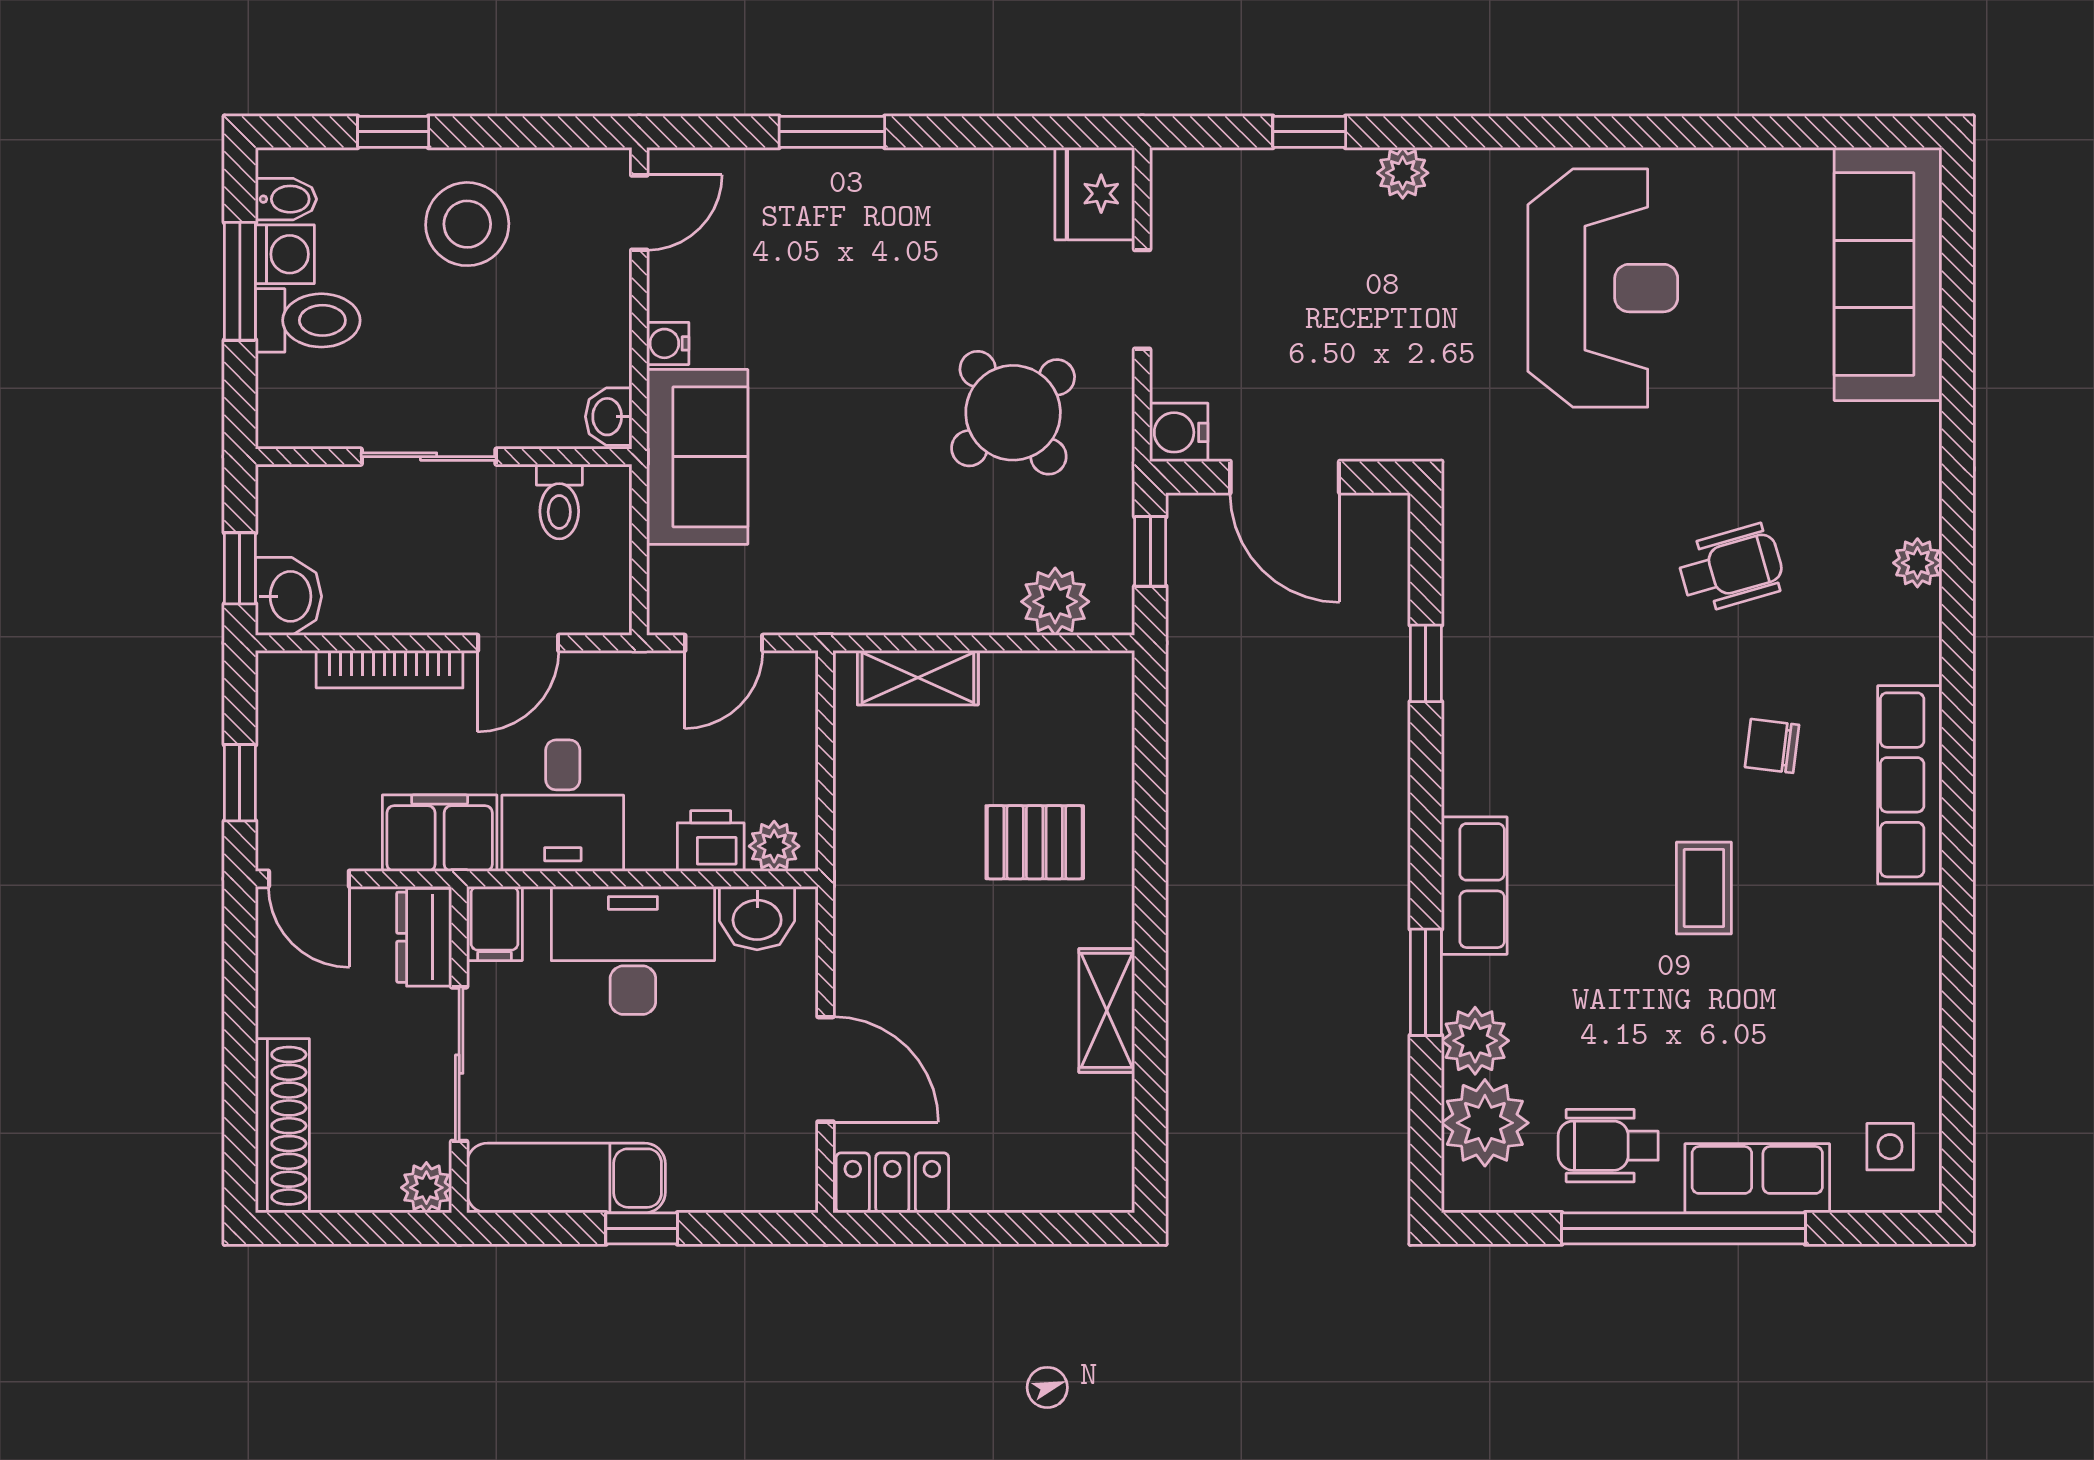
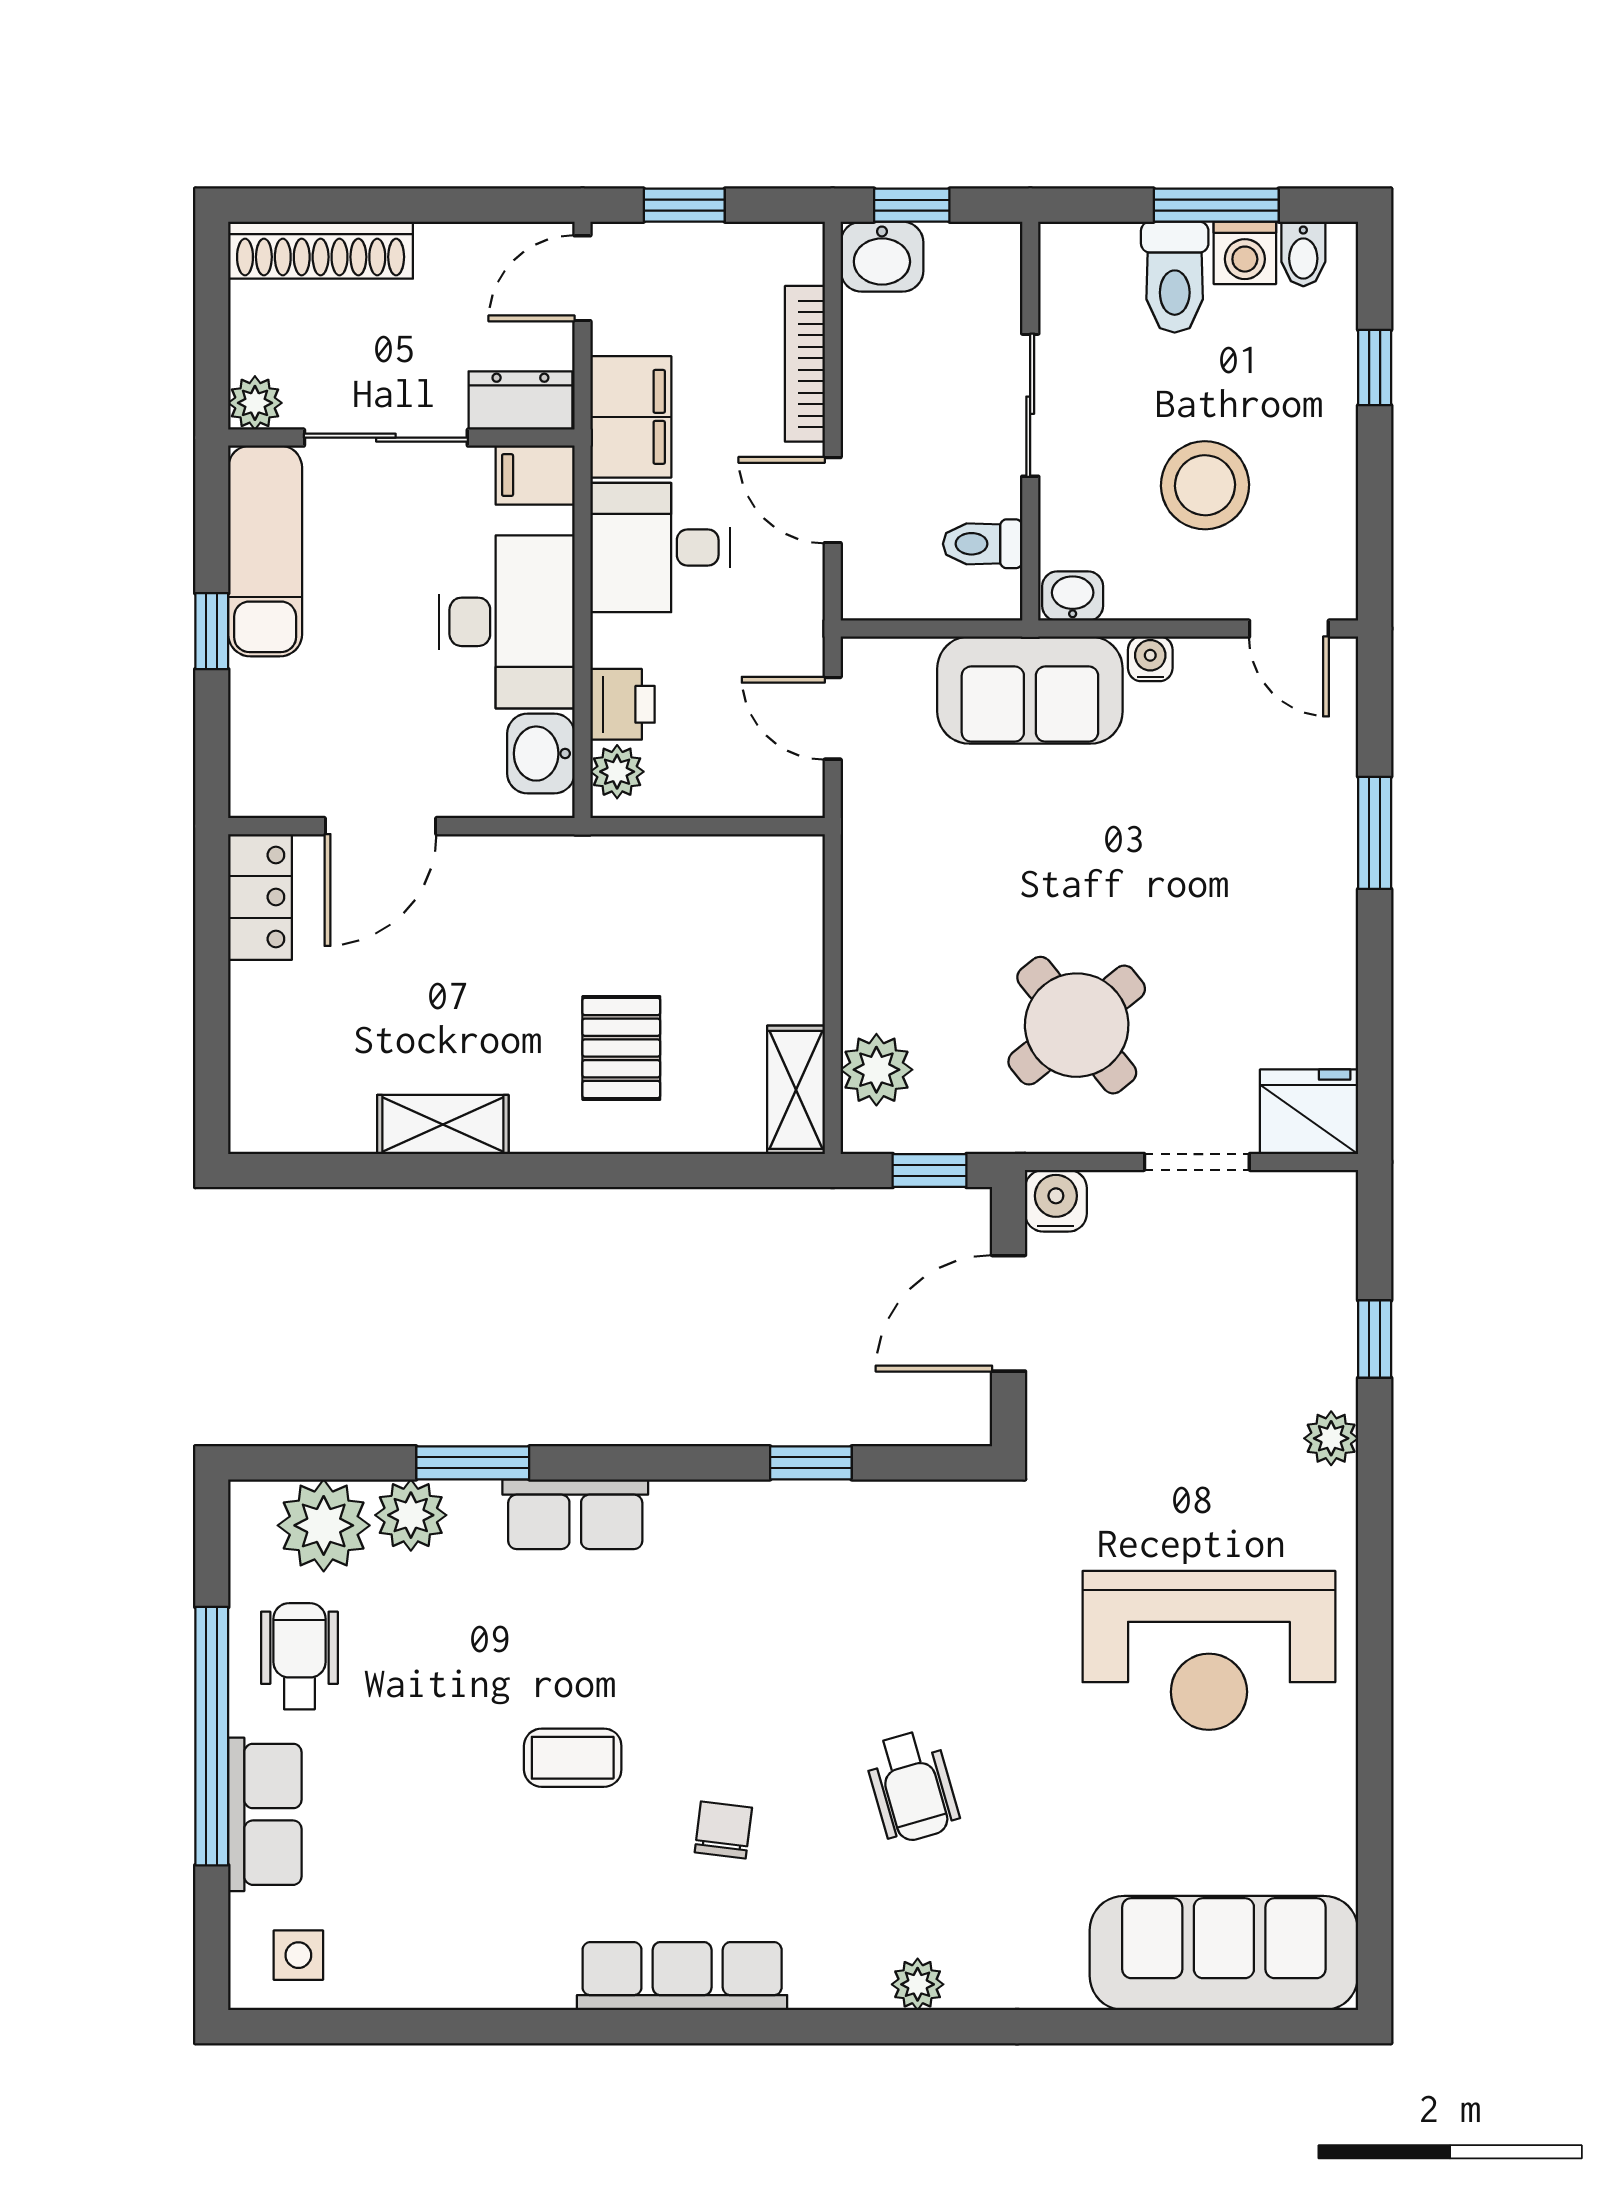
stool: (467, 224) -> (1205, 485), moved
shelving: (918, 678) -> (796, 1090), moved

